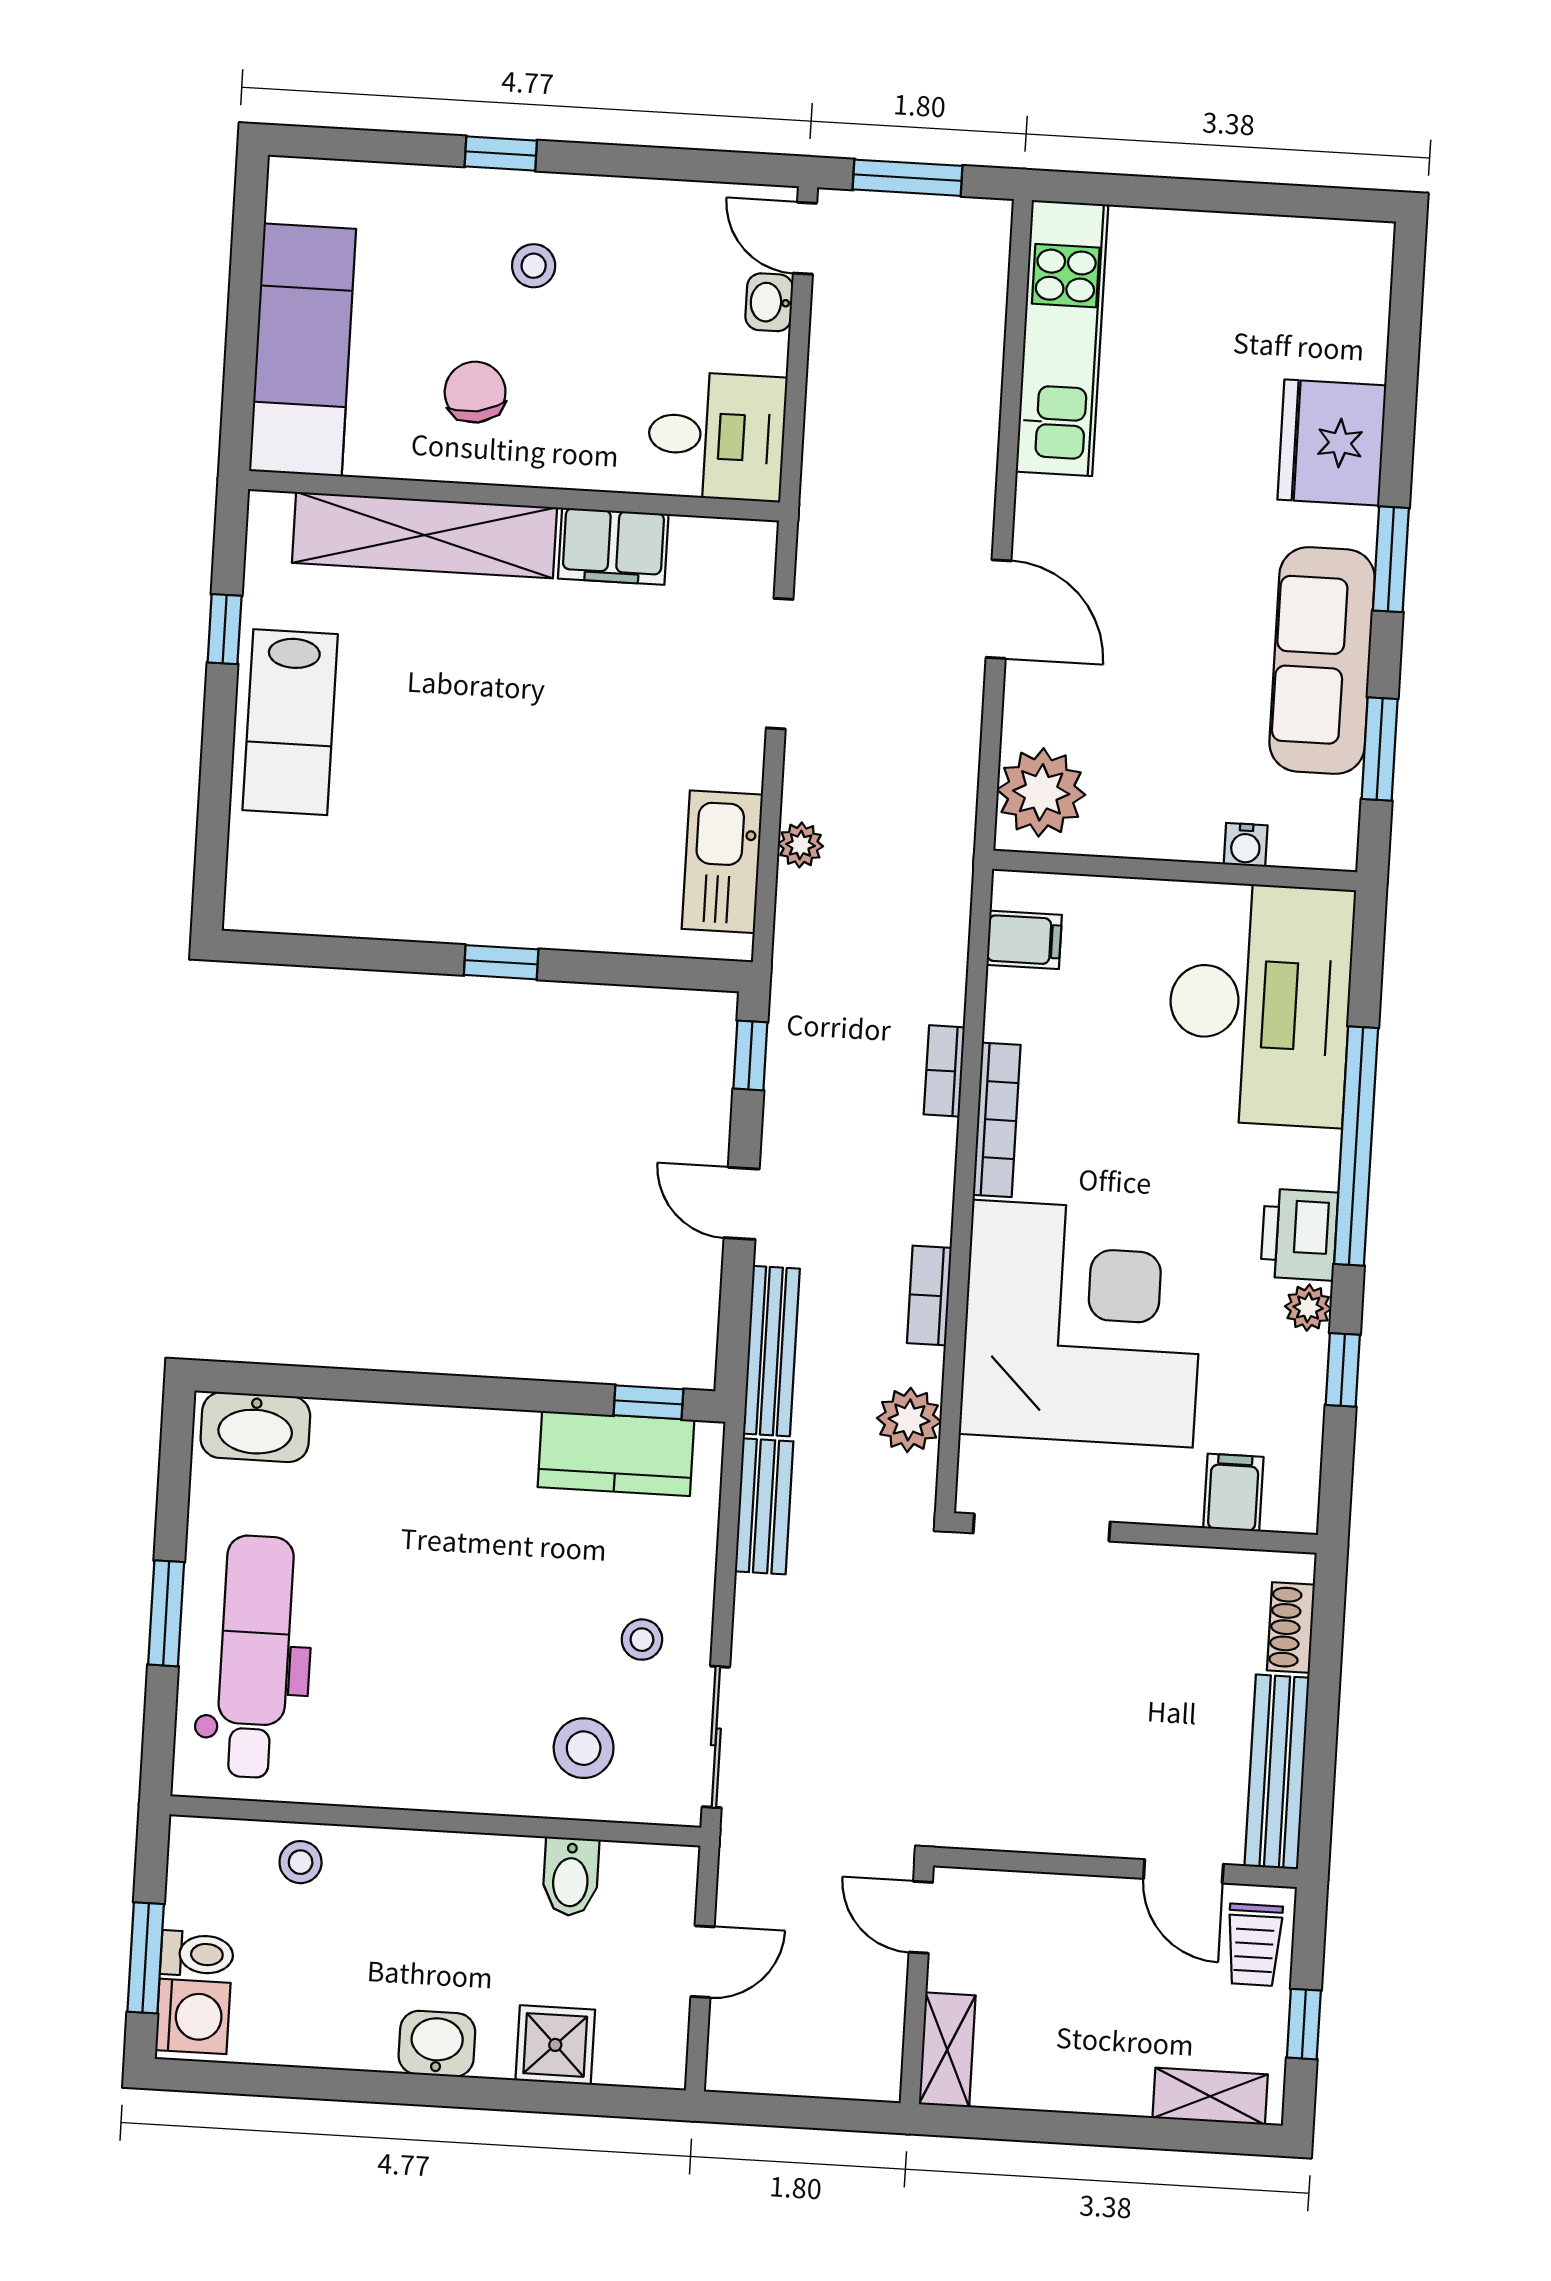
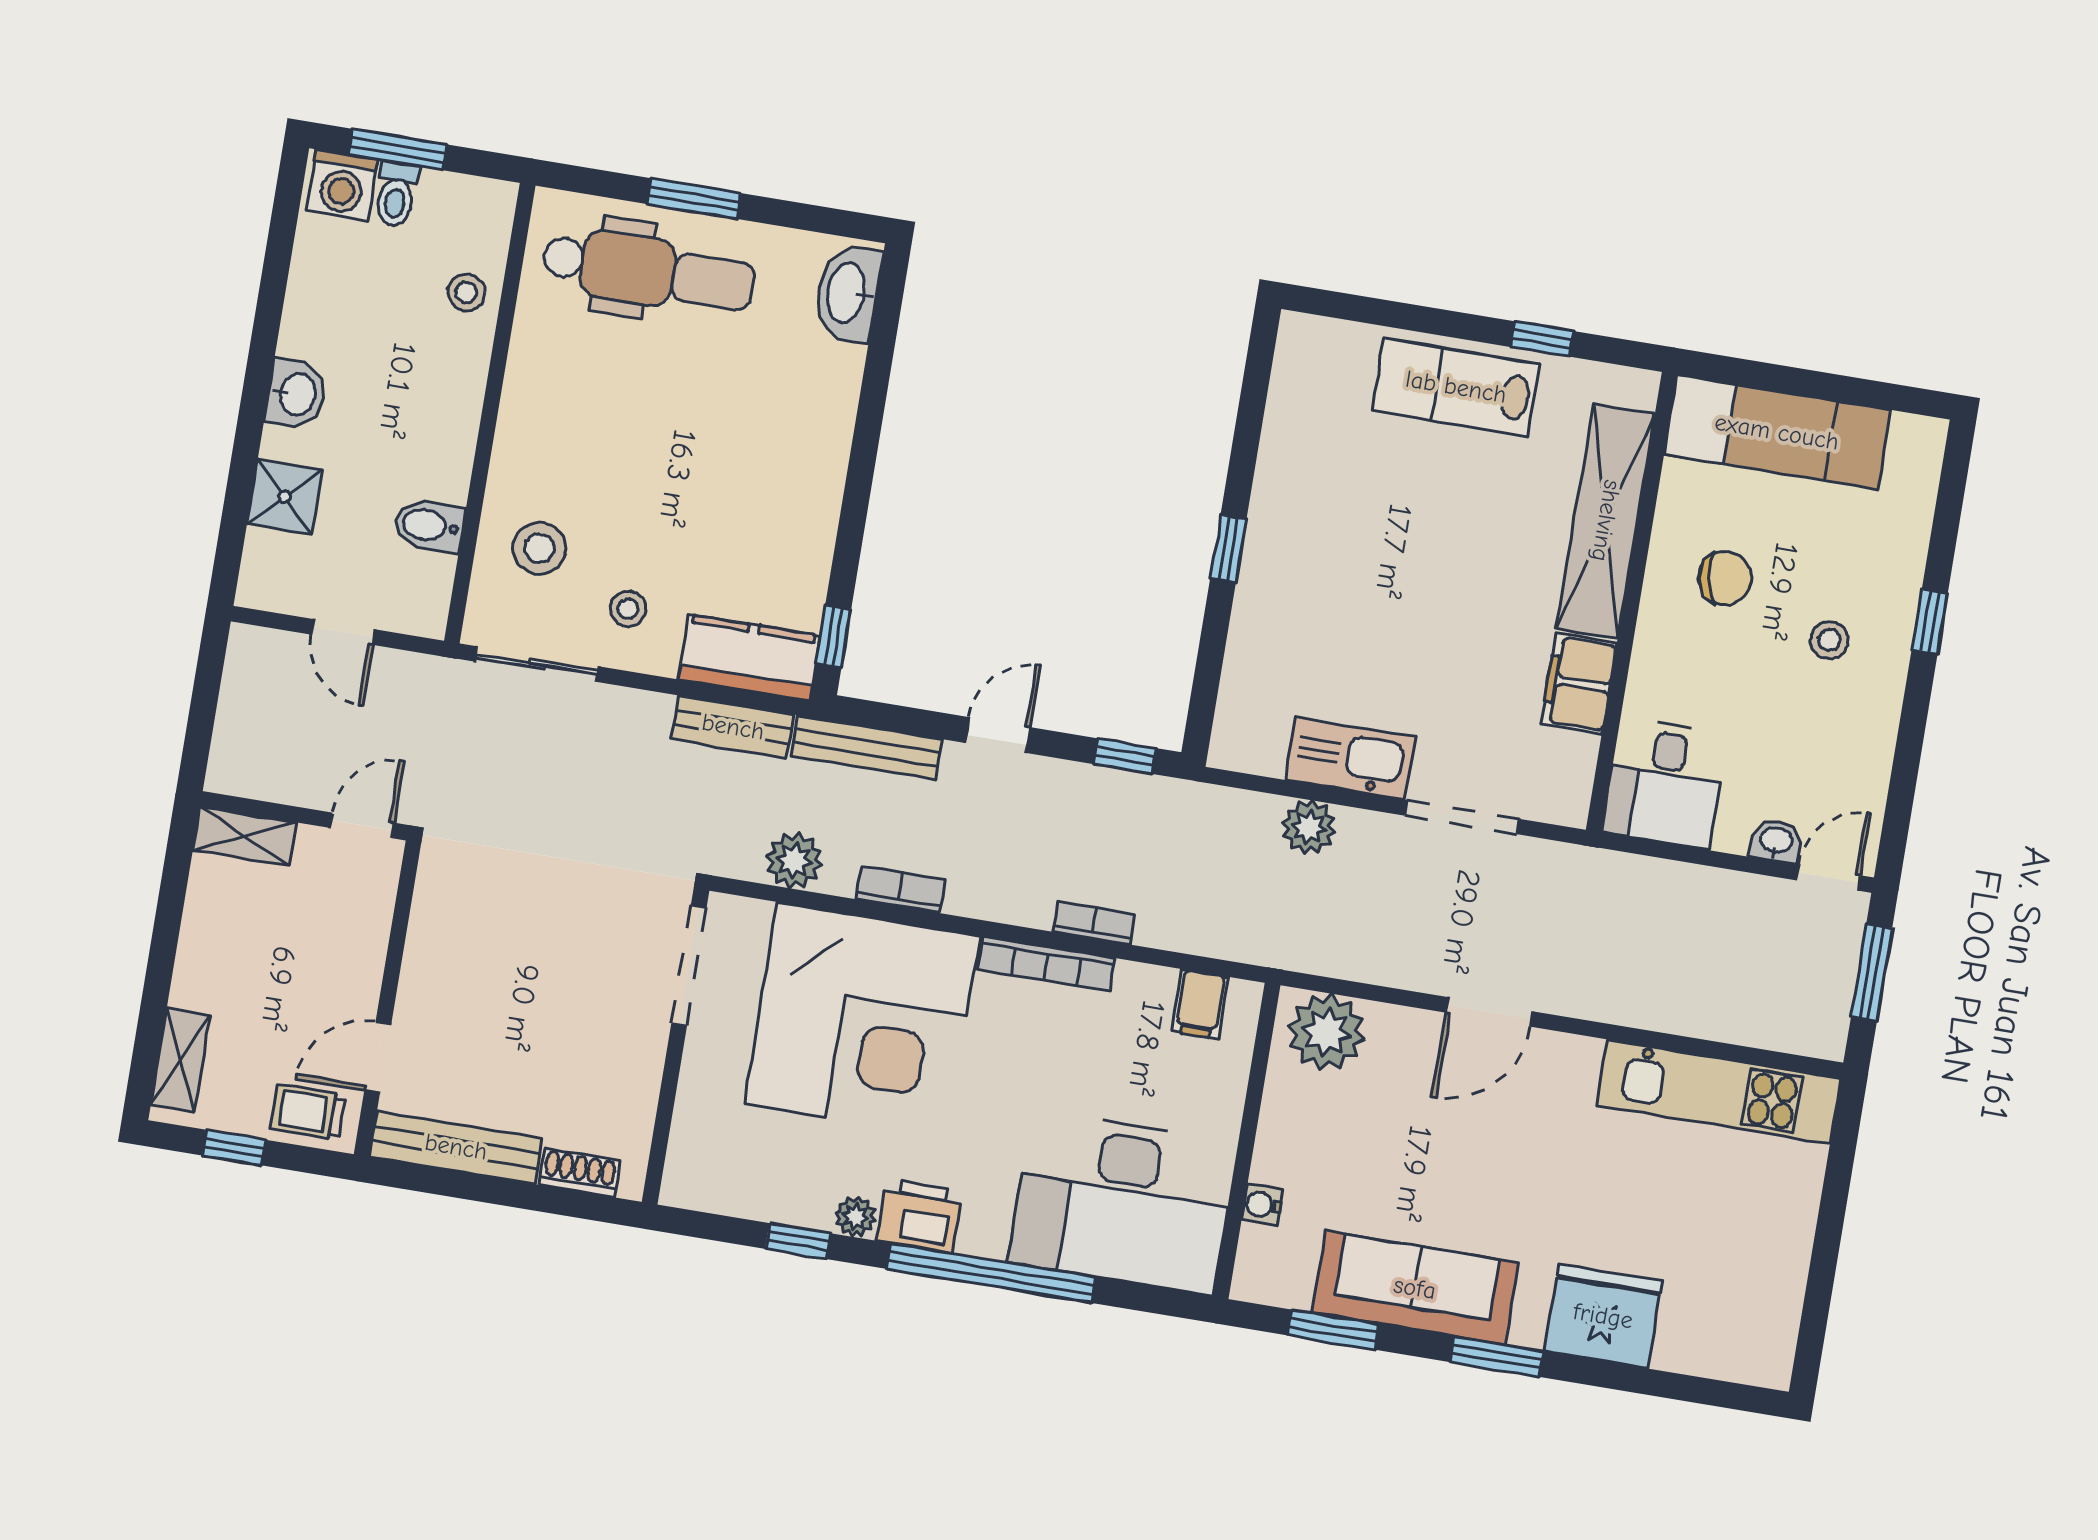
plant: (801, 845) -> (1309, 827), width x1.38, depth x1.38
kitchen sink: (722, 862) -> (1350, 758), moved
kitchen counter: (616, 1454) -> (749, 658), moved, turned 90
filing cabinet: (1233, 1493) -> (702, 1135), removed

